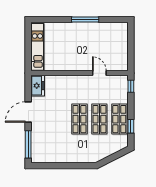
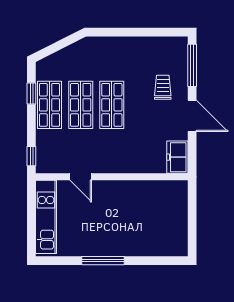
kitchen unit: (37, 47) -> (46, 217), moved, turned 180
door: (28, 112) -> (192, 116), hinge flipped
trolley: (47, 130) -> (163, 87), added

